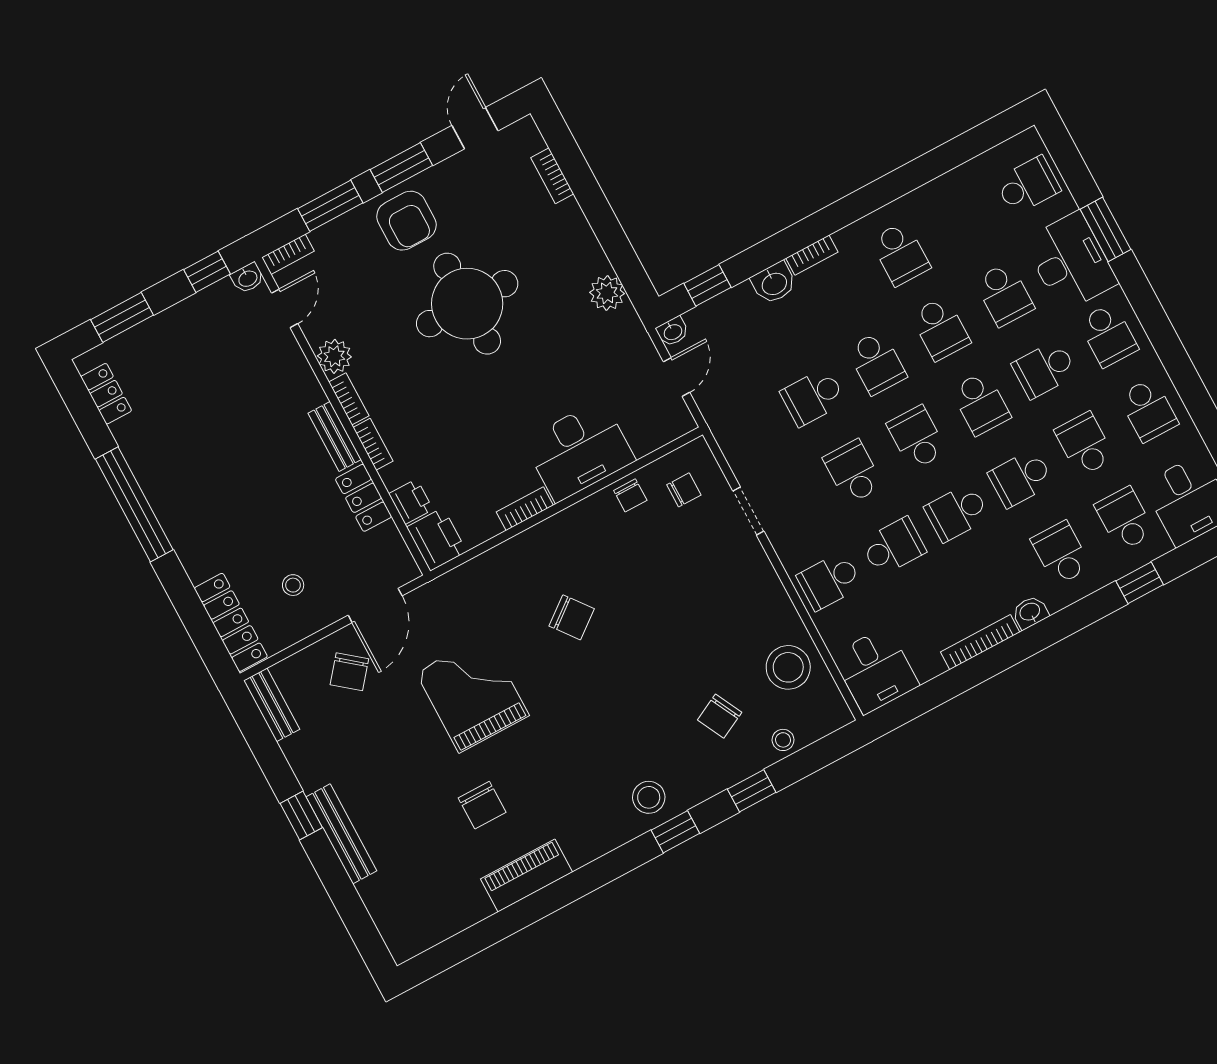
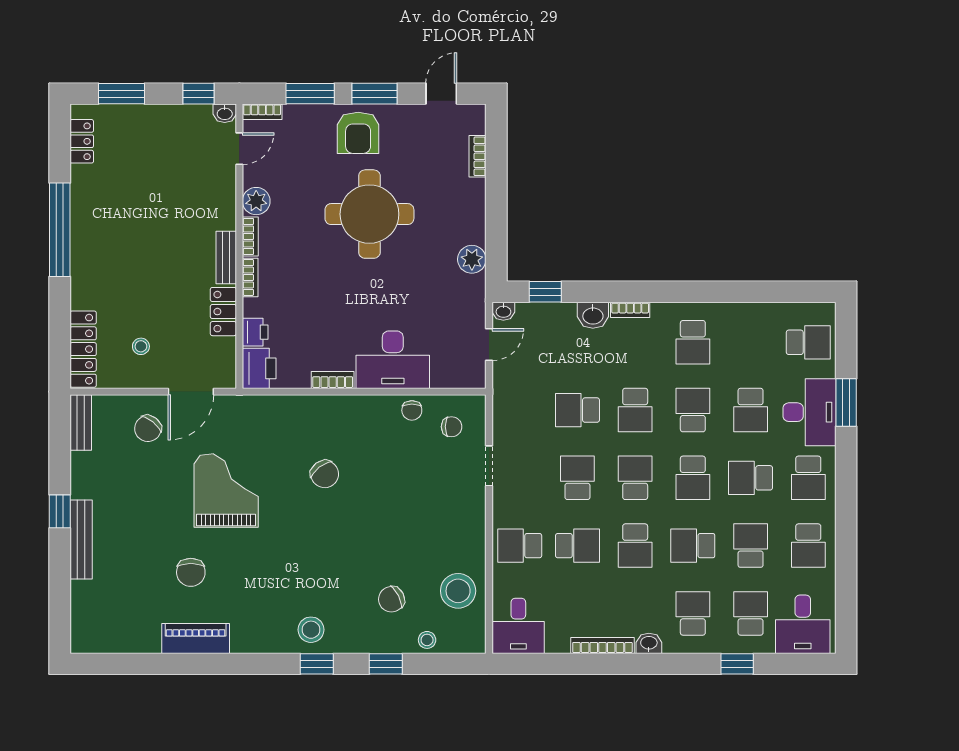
school desk: (940, 329) -> (693, 410), turned 180
school desk: (957, 512) -> (635, 546), turned -90

